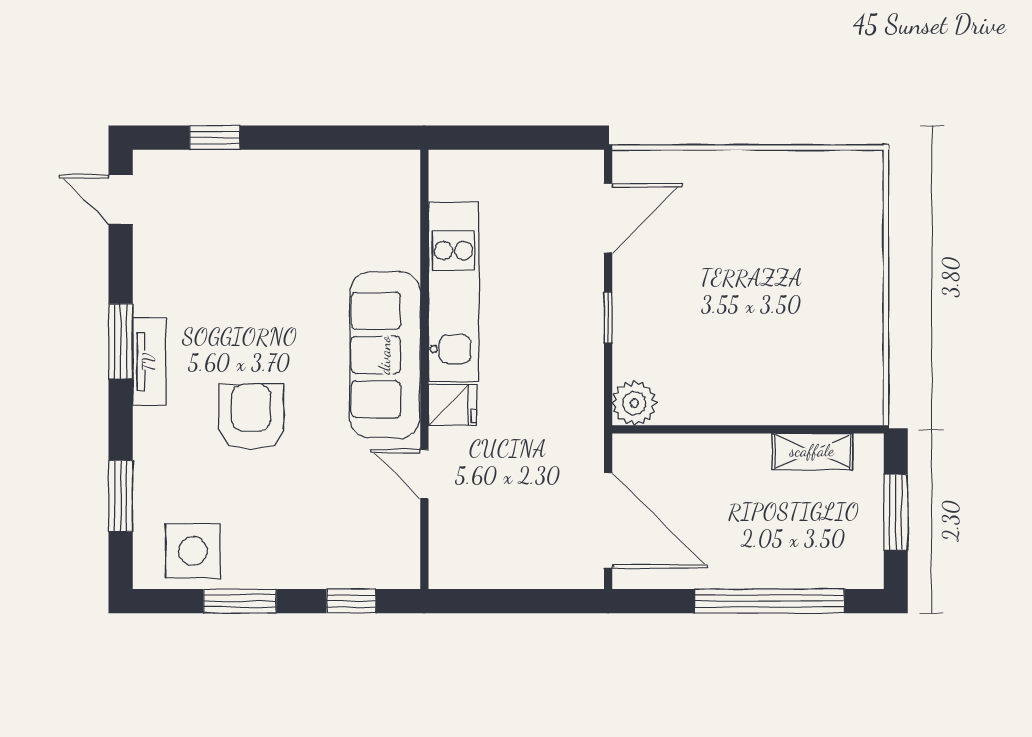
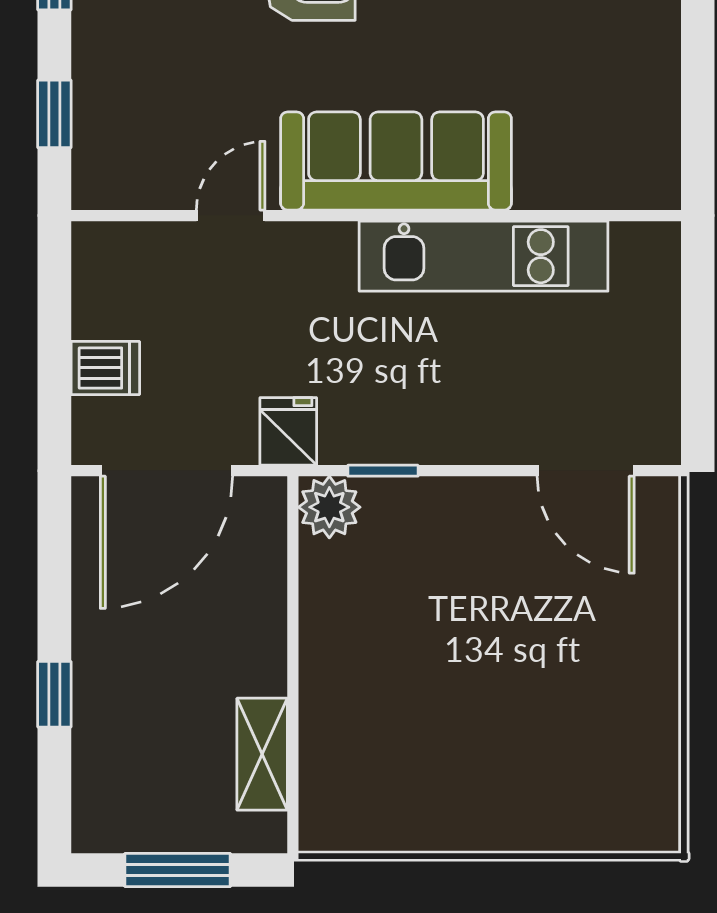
window: (608, 317) -> (383, 471), moved
fridge: (453, 405) -> (288, 431), moved, turned 180
dishwasher: (534, 564) -> (105, 368), added
window: (769, 601) -> (54, 694), width x0.32

